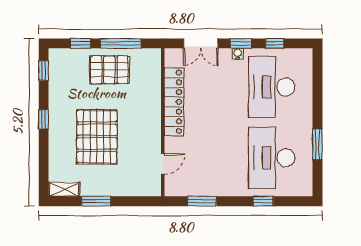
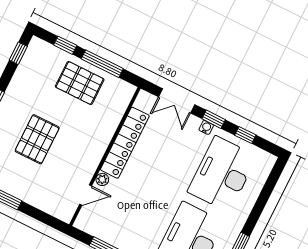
pallet: (97, 137) -> (37, 139), width x0.73, depth x0.71
plant: (170, 143) -> (102, 179), added

